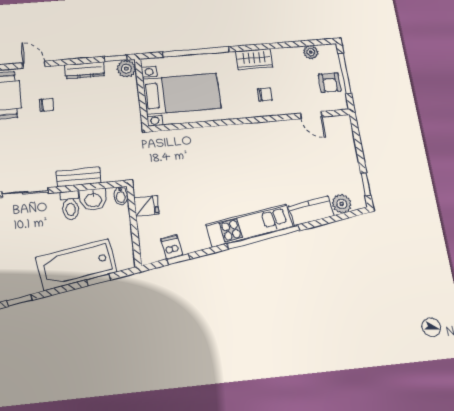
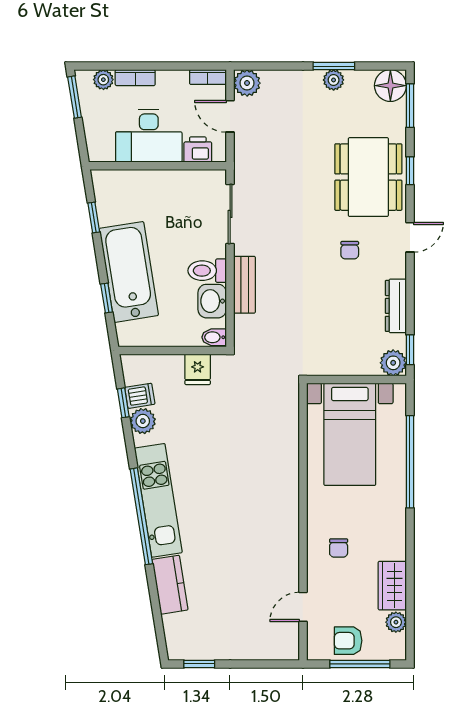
wardrobe: (254, 59) -> (392, 586), moved
plant: (342, 204) -> (143, 421), moved
window: (19, 300) -> (94, 217), moved

